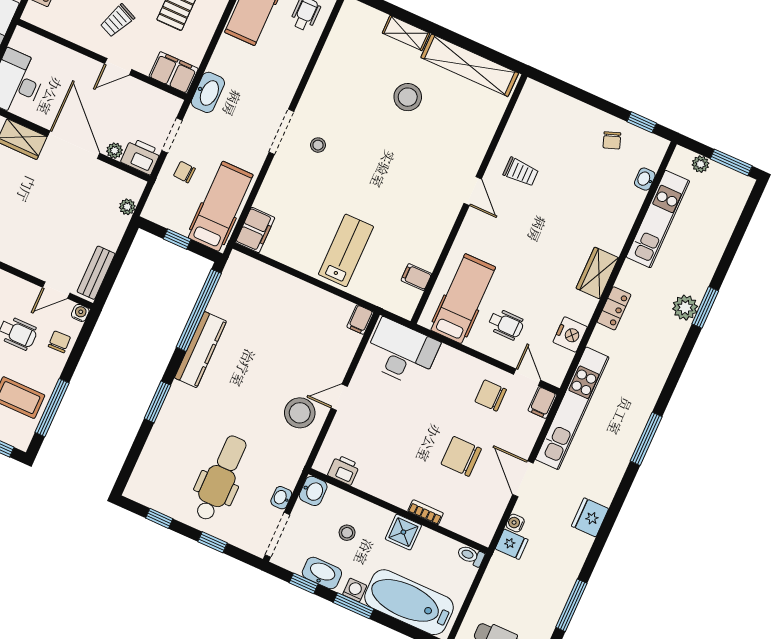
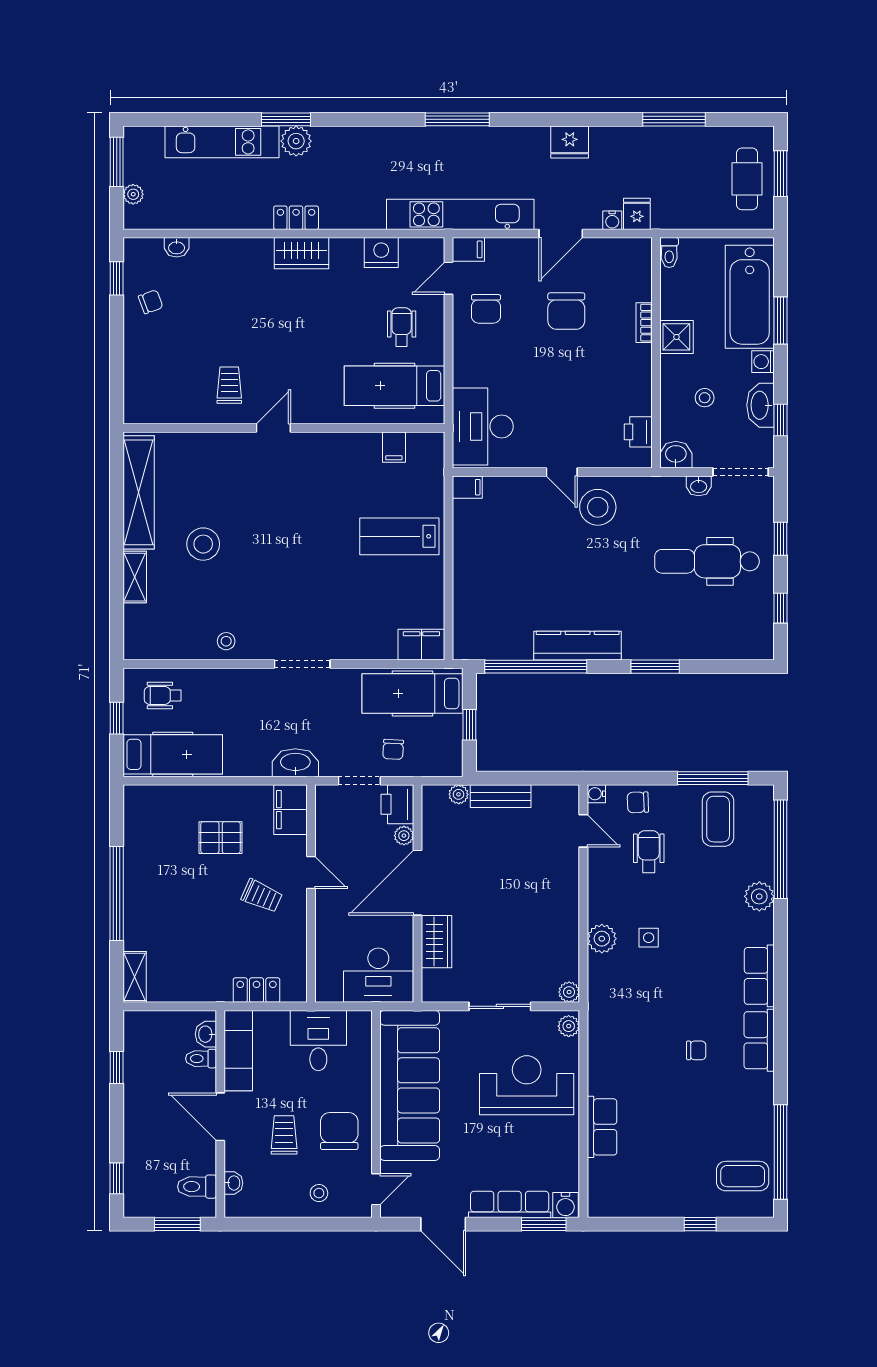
stool: (318, 145) -> (226, 641), moved
kitchen unit: (658, 219) -> (222, 142), moved, turned 180
bench: (96, 273) -> (501, 796), moved
locker: (614, 308) -> (296, 218), moved
window: (353, 606) -> (780, 321), moved

